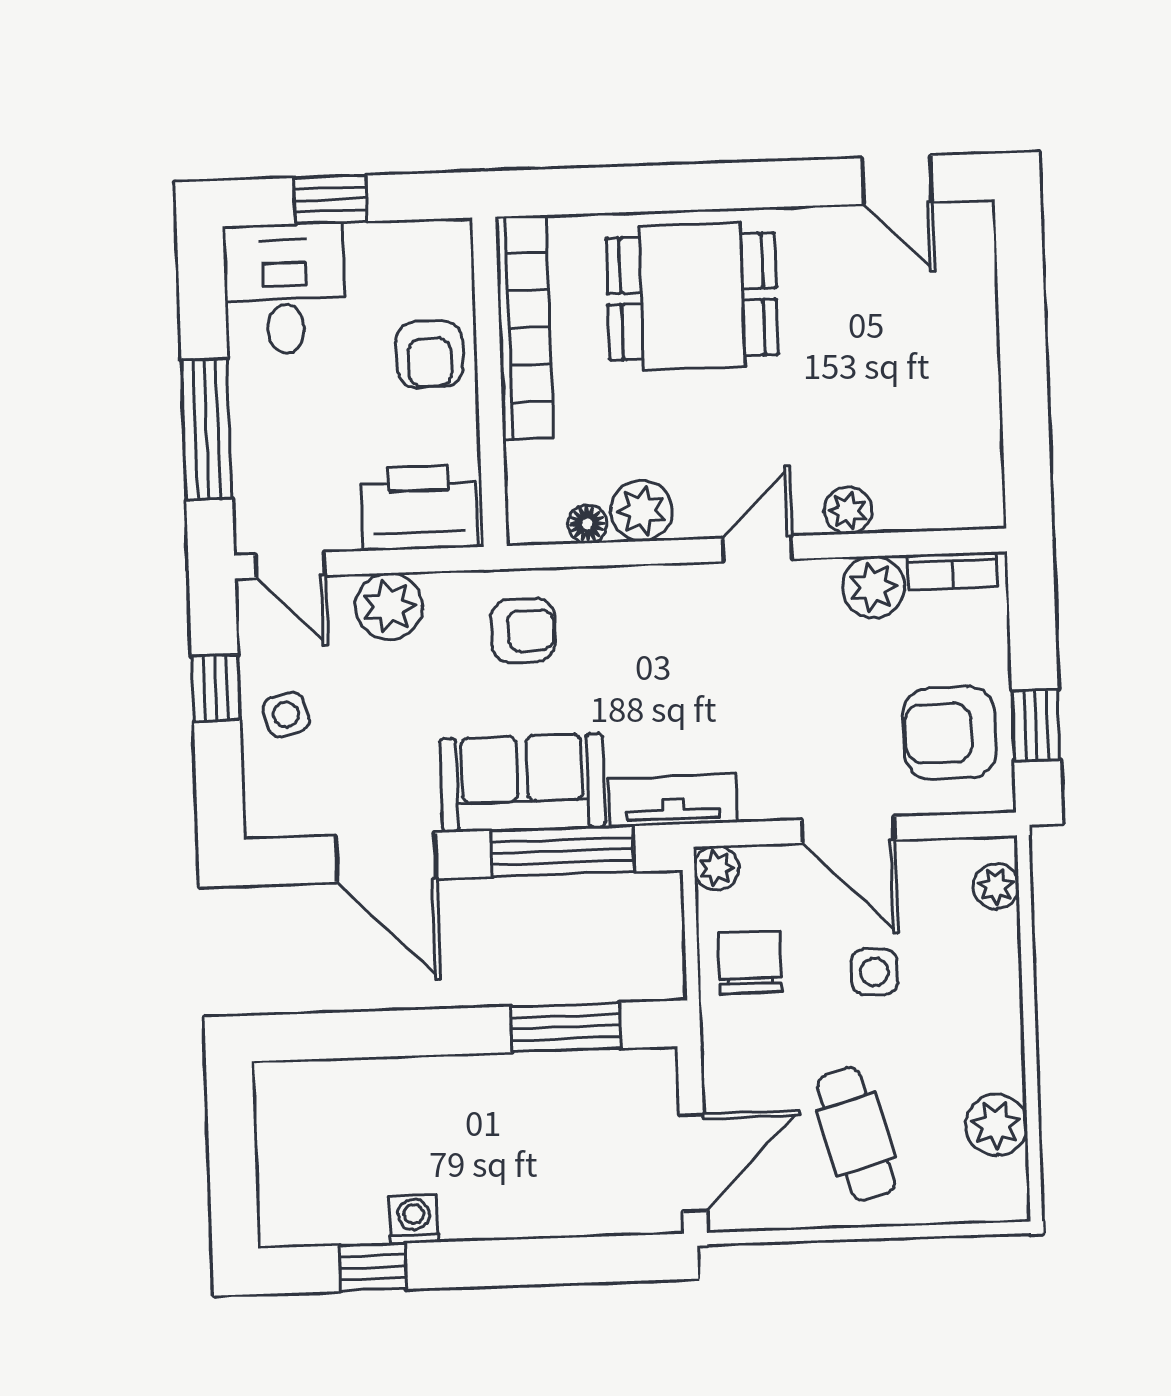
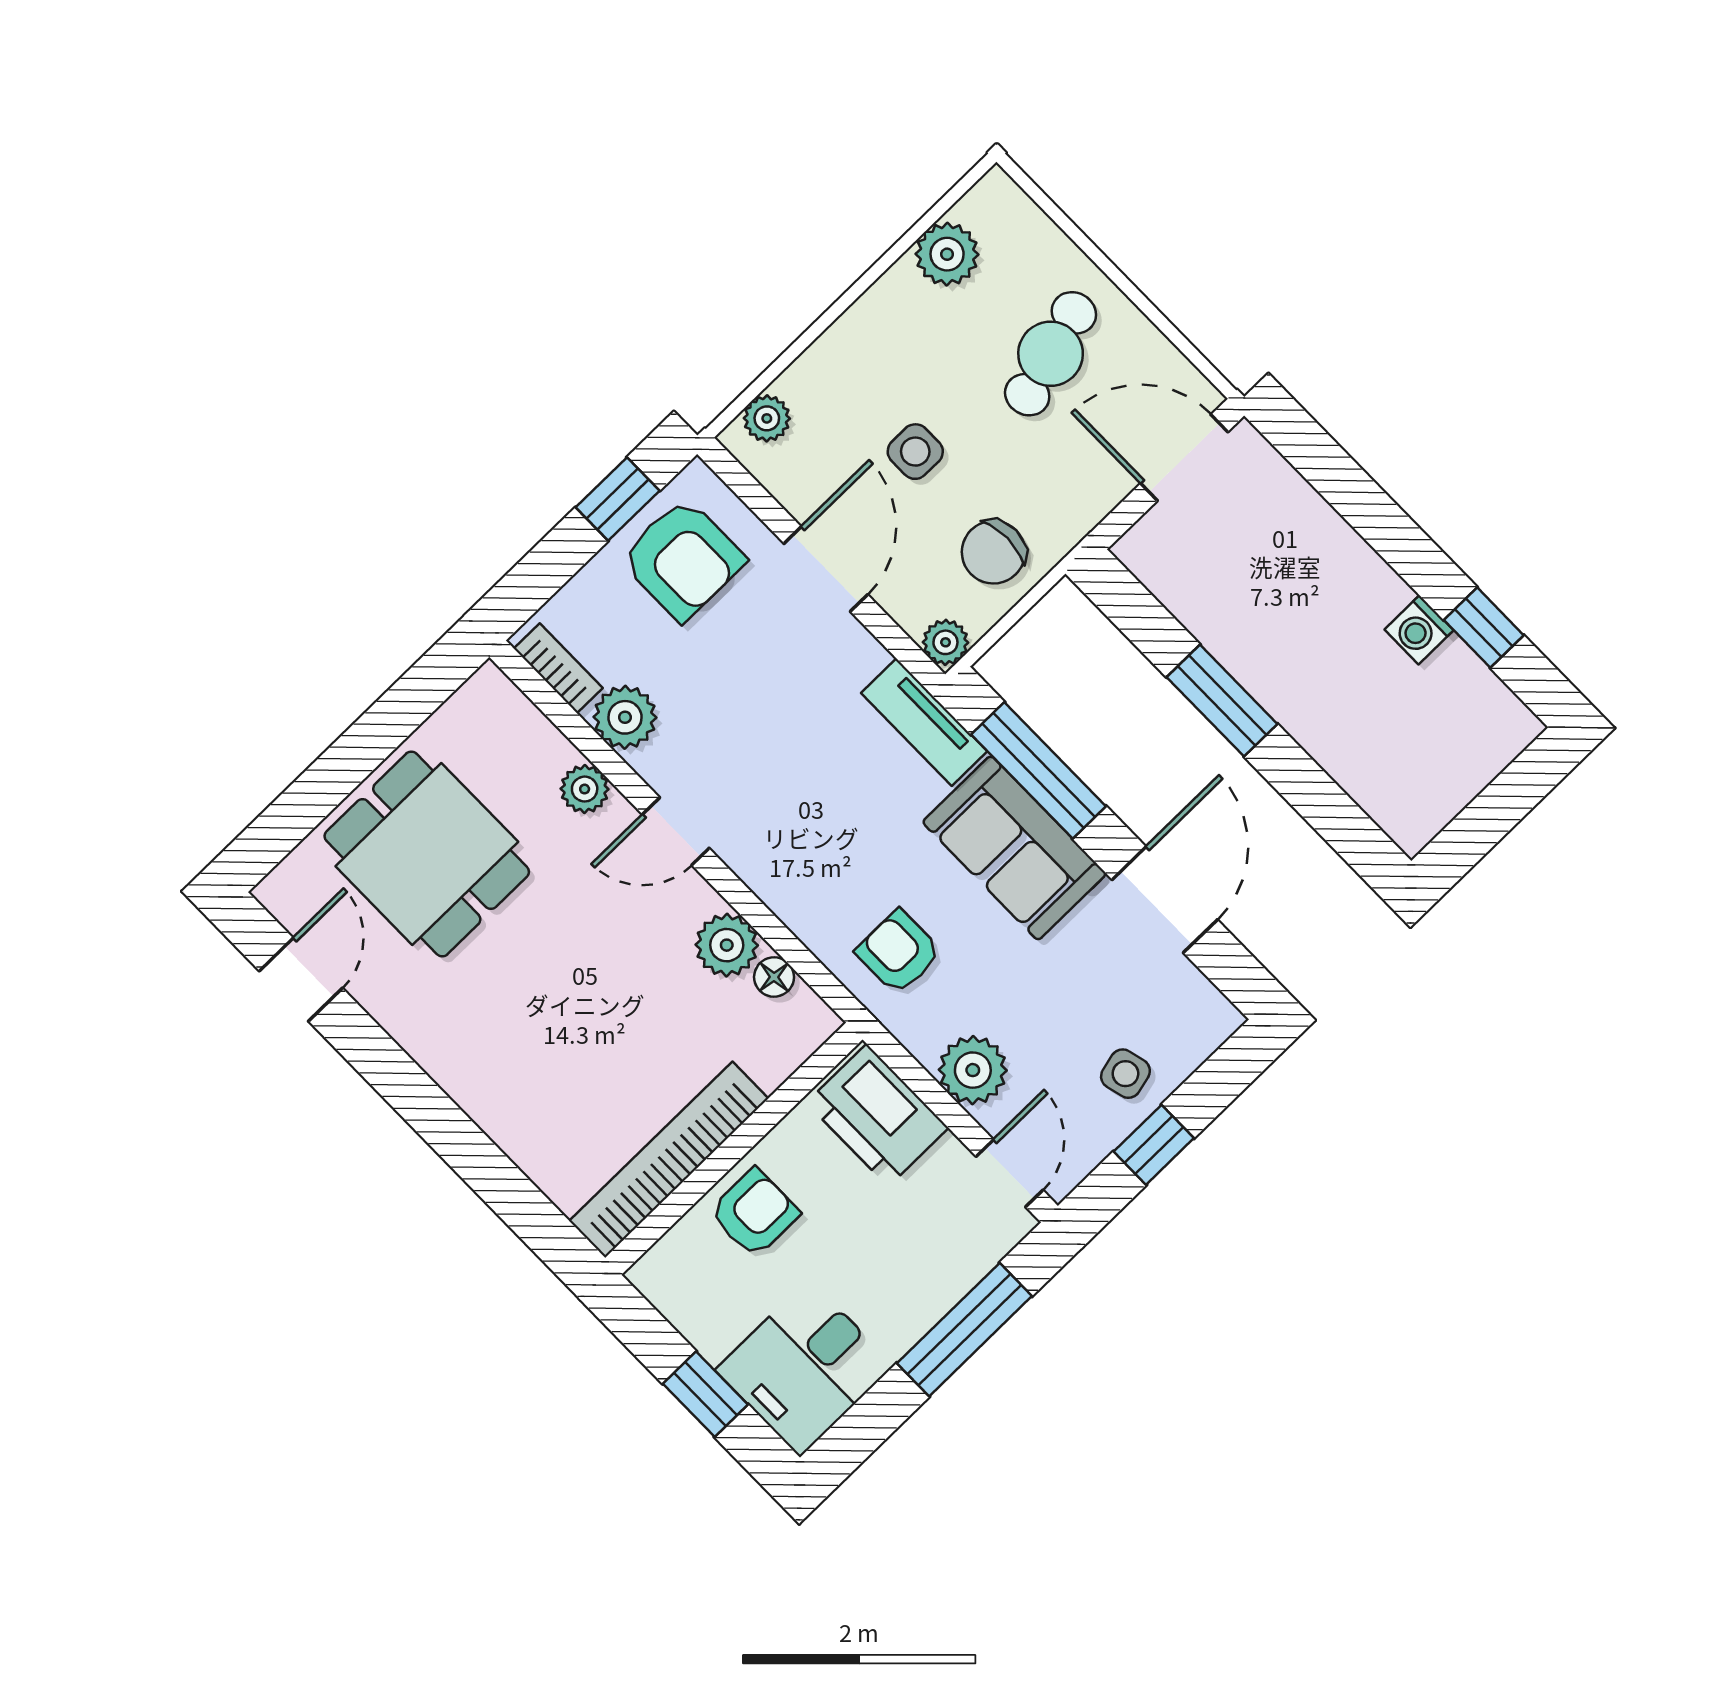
dining table: (692, 296) -> (427, 854), moved
window: (566, 1027) -> (1222, 701), moved

